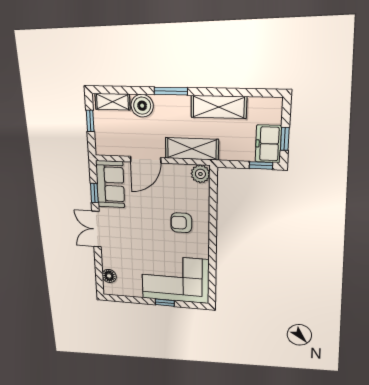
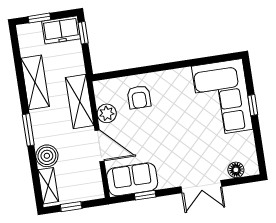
window: (285, 139) -> (39, 18), moved
plant: (200, 174) -> (107, 113), moved
armchair: (181, 223) -> (139, 97), moved
double door: (96, 229) -> (201, 187), moved

